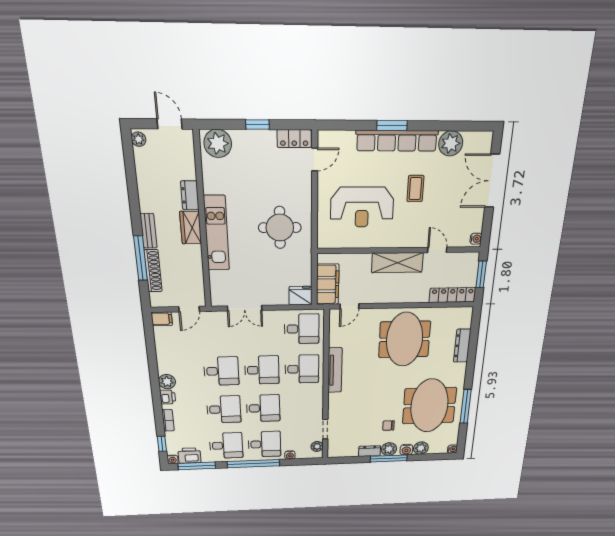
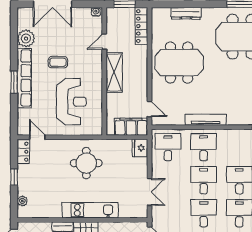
plant: (218, 143) -> (22, 201), width x0.53, depth x0.53

